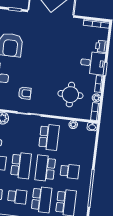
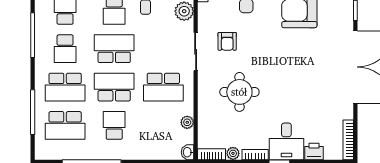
round table: (70, 95) -> (239, 92), moved
school desk: (21, 165) -> (114, 49), turned 180
school desk: (70, 171) -> (114, 125), turned 180

